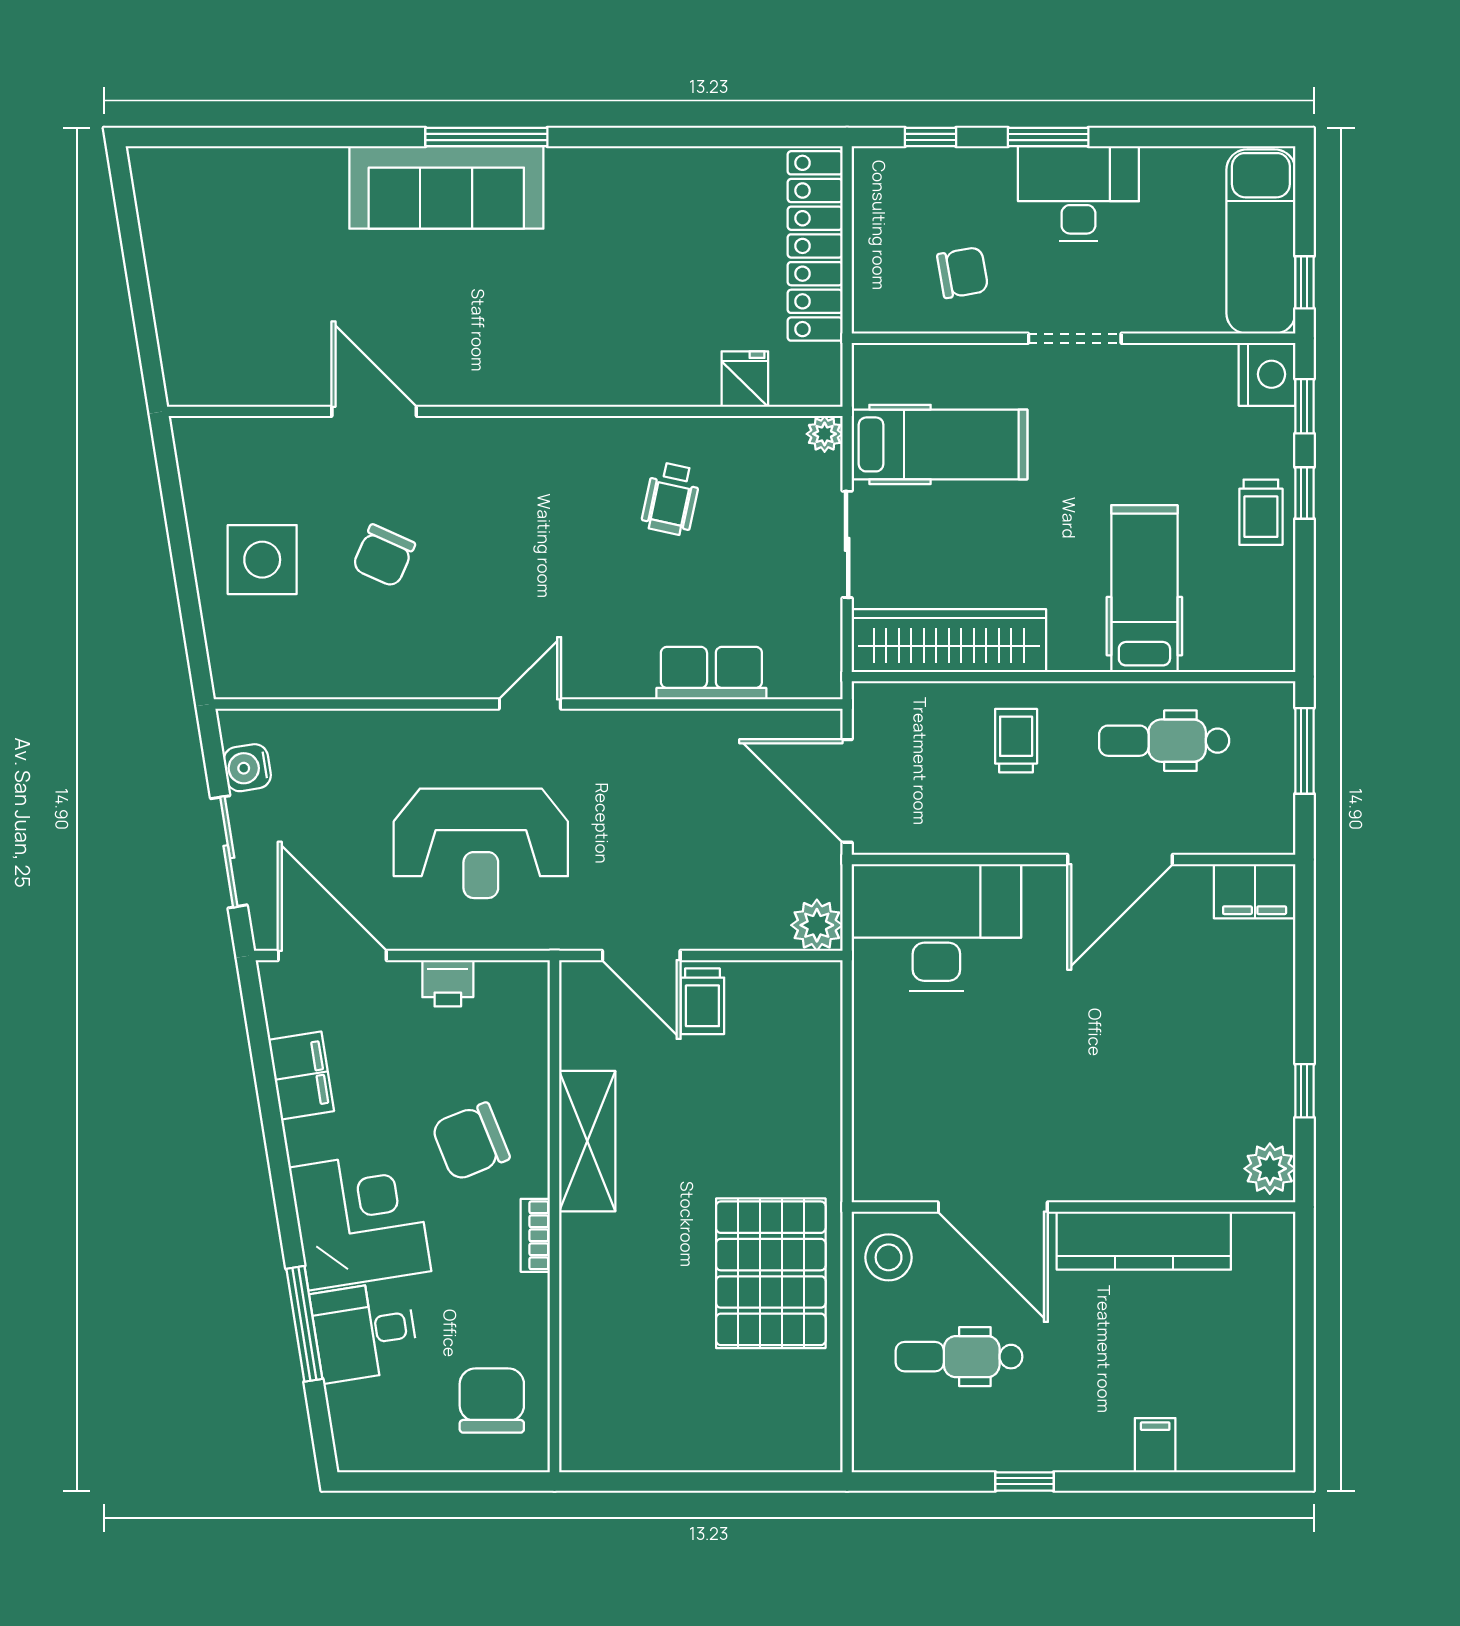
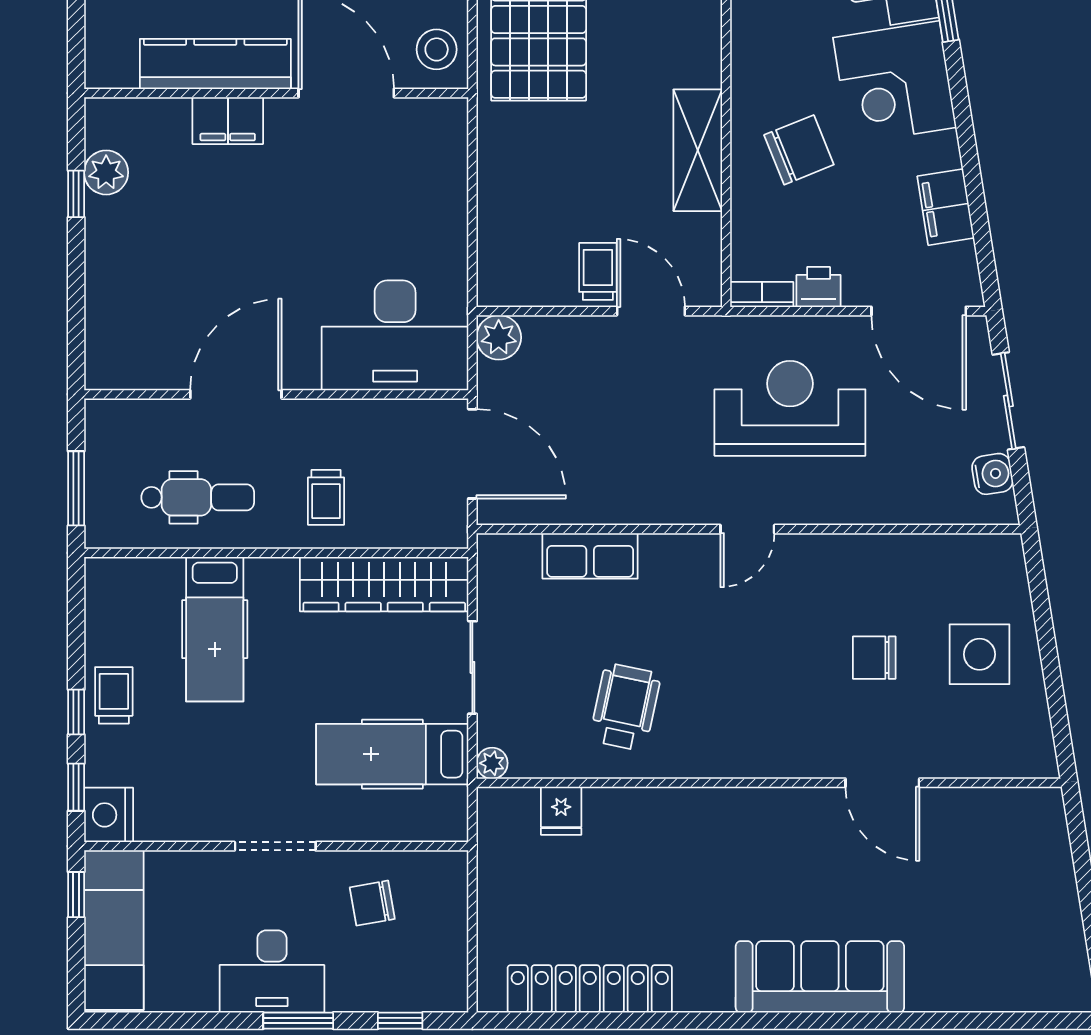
window: (486, 137) -> (785, 1021), removed
locker: (815, 246) -> (590, 989), moved, turned -90
wheelchair: (671, 499) -> (625, 707), width x1.36, depth x1.37
chair: (384, 556) -> (874, 658), turned -114
filing cabinet: (1255, 891) -> (228, 121), moved, turned 180
plant: (1270, 1169) -> (106, 172), moved
bookcase: (535, 1235) -> (762, 294), moved, turned -90

